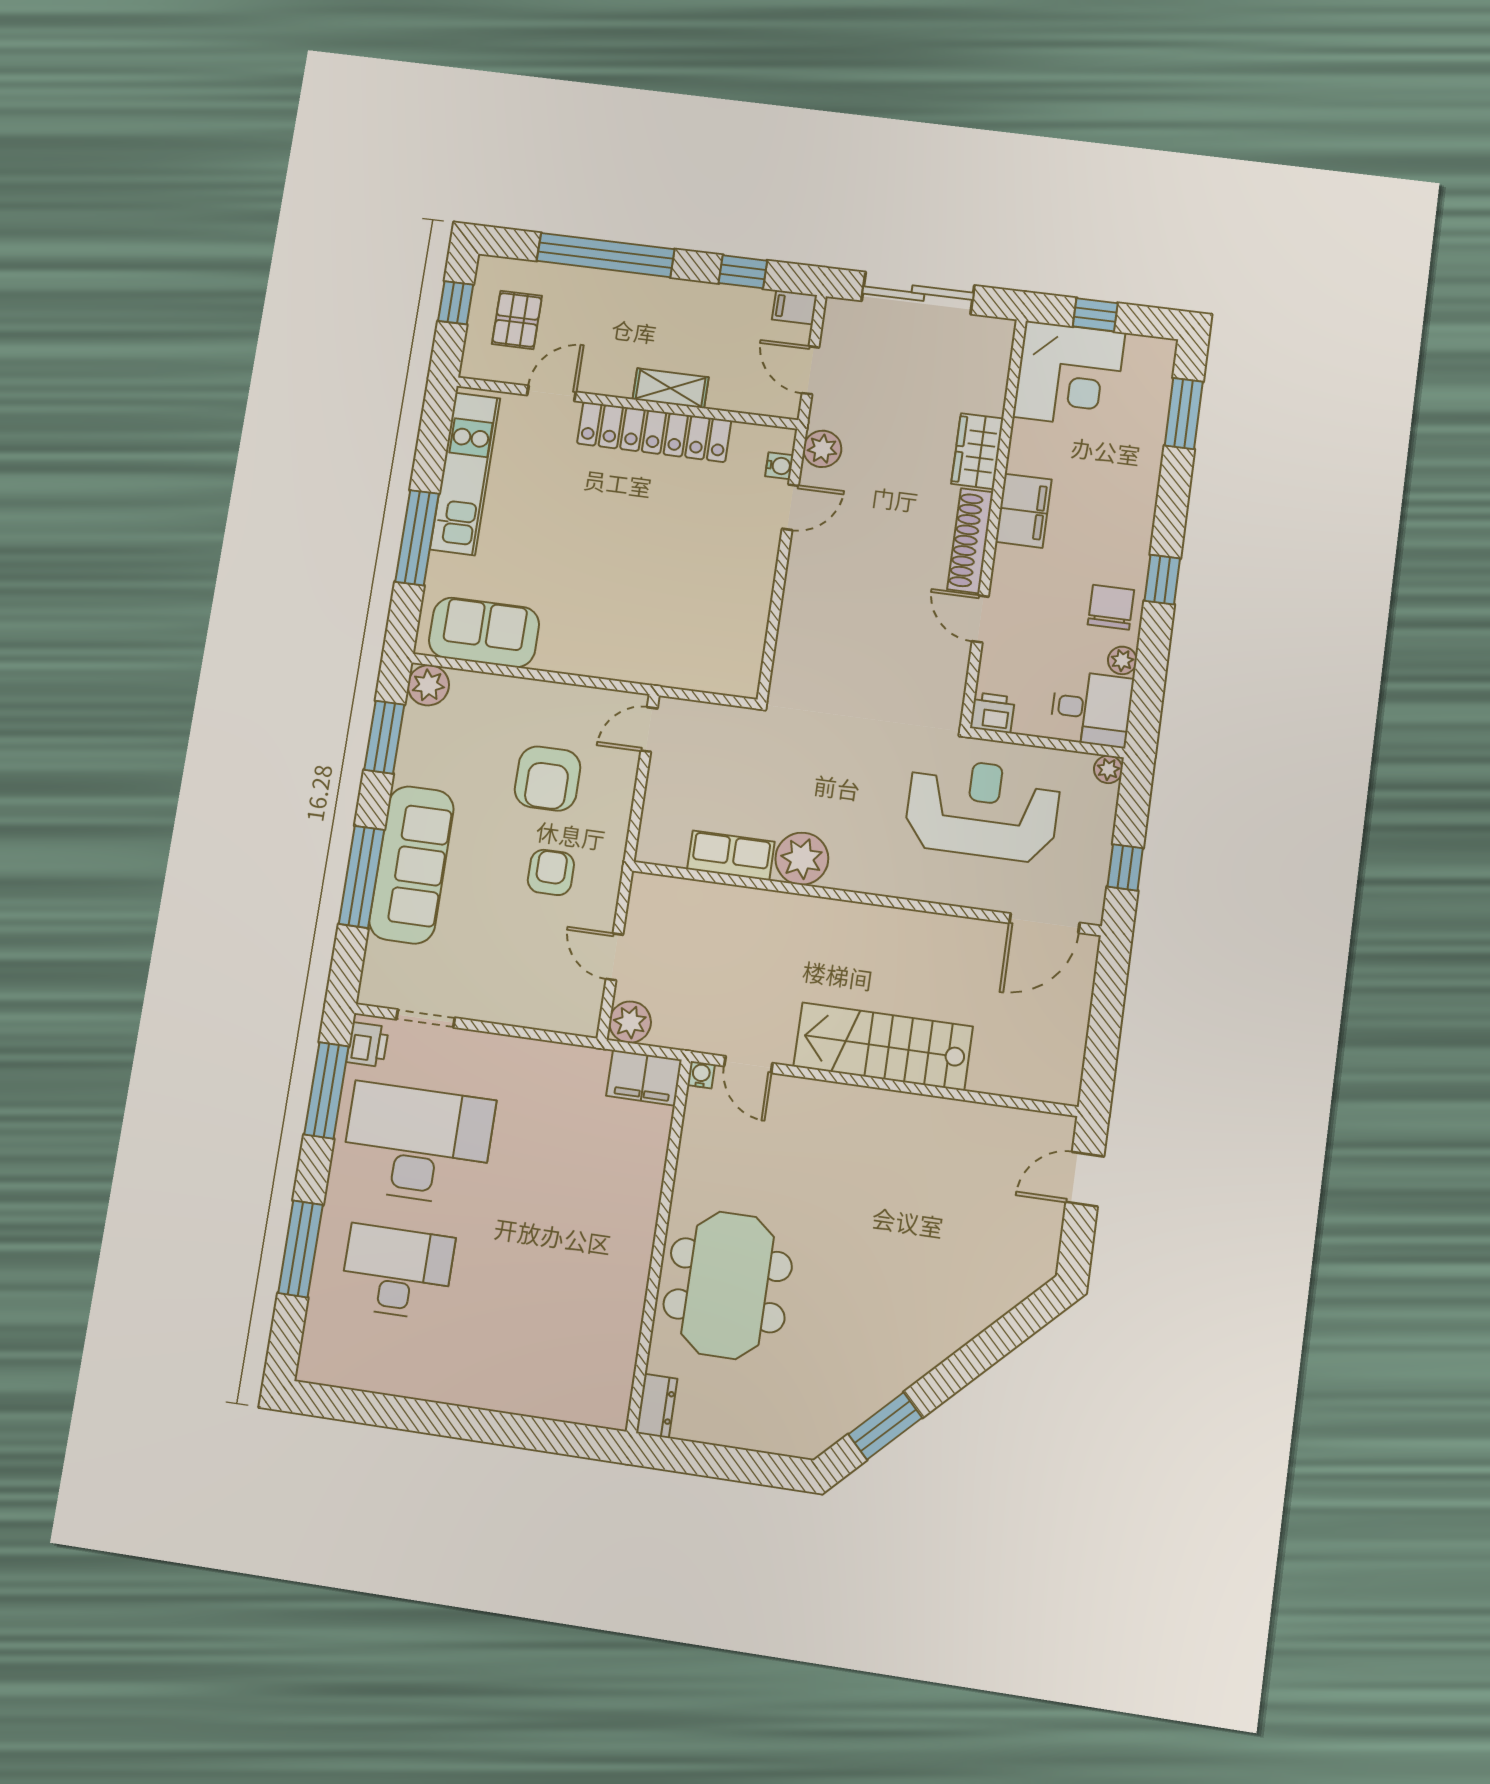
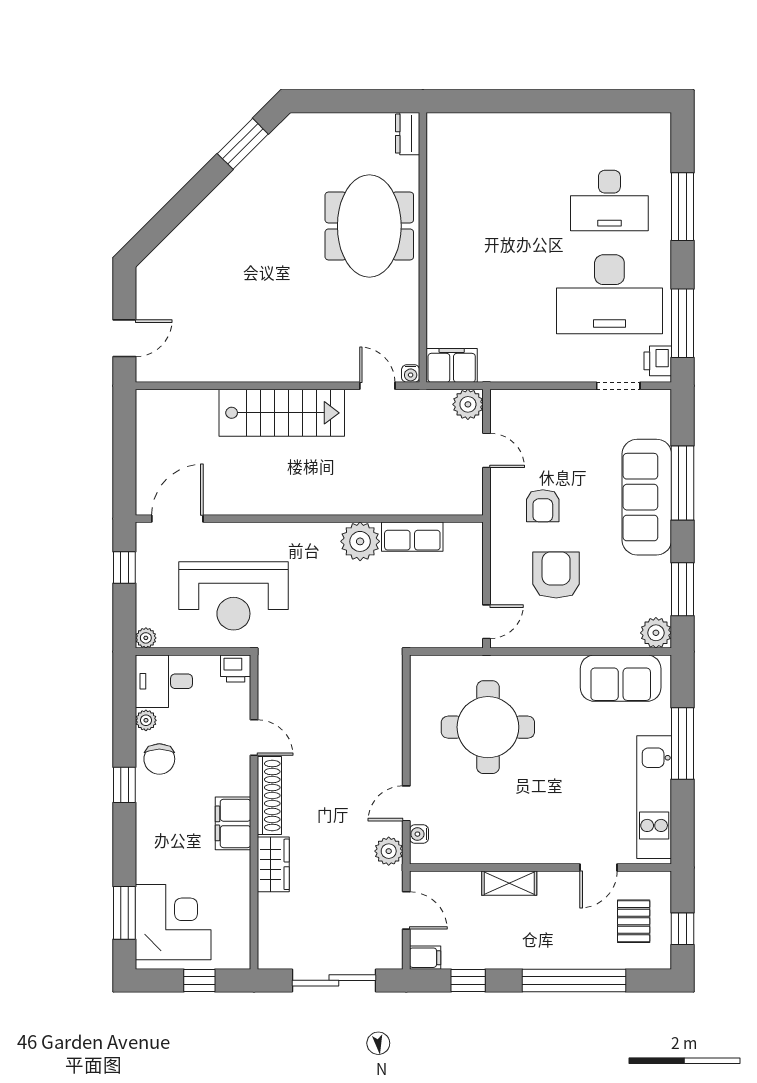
corner desk: (1069, 375) -> (173, 922), moved, turned 90
locker: (654, 432) -> (517, 848), removed
round table: (668, 592) -> (488, 727), added

